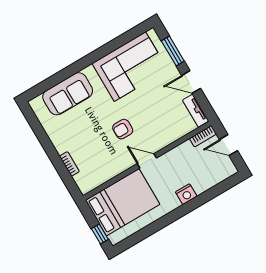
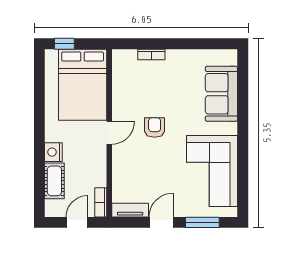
cot: (207, 181) -> (54, 181), added

